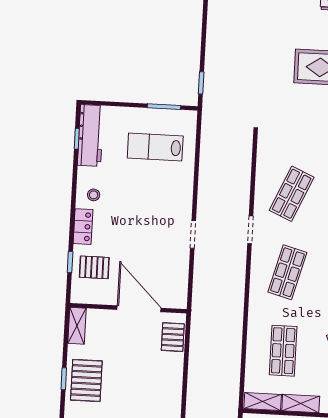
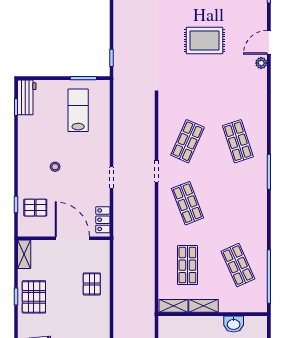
workbench: (91, 135) -> (27, 97), width x0.73
lab bench: (155, 147) -> (78, 110), turned 90
stool: (94, 195) -> (55, 167), moved
locker: (83, 227) -> (103, 220), moved, turned 180
shop shelf: (287, 272) -> (187, 203), turned -36
pallet: (173, 337) -> (92, 284), moved

